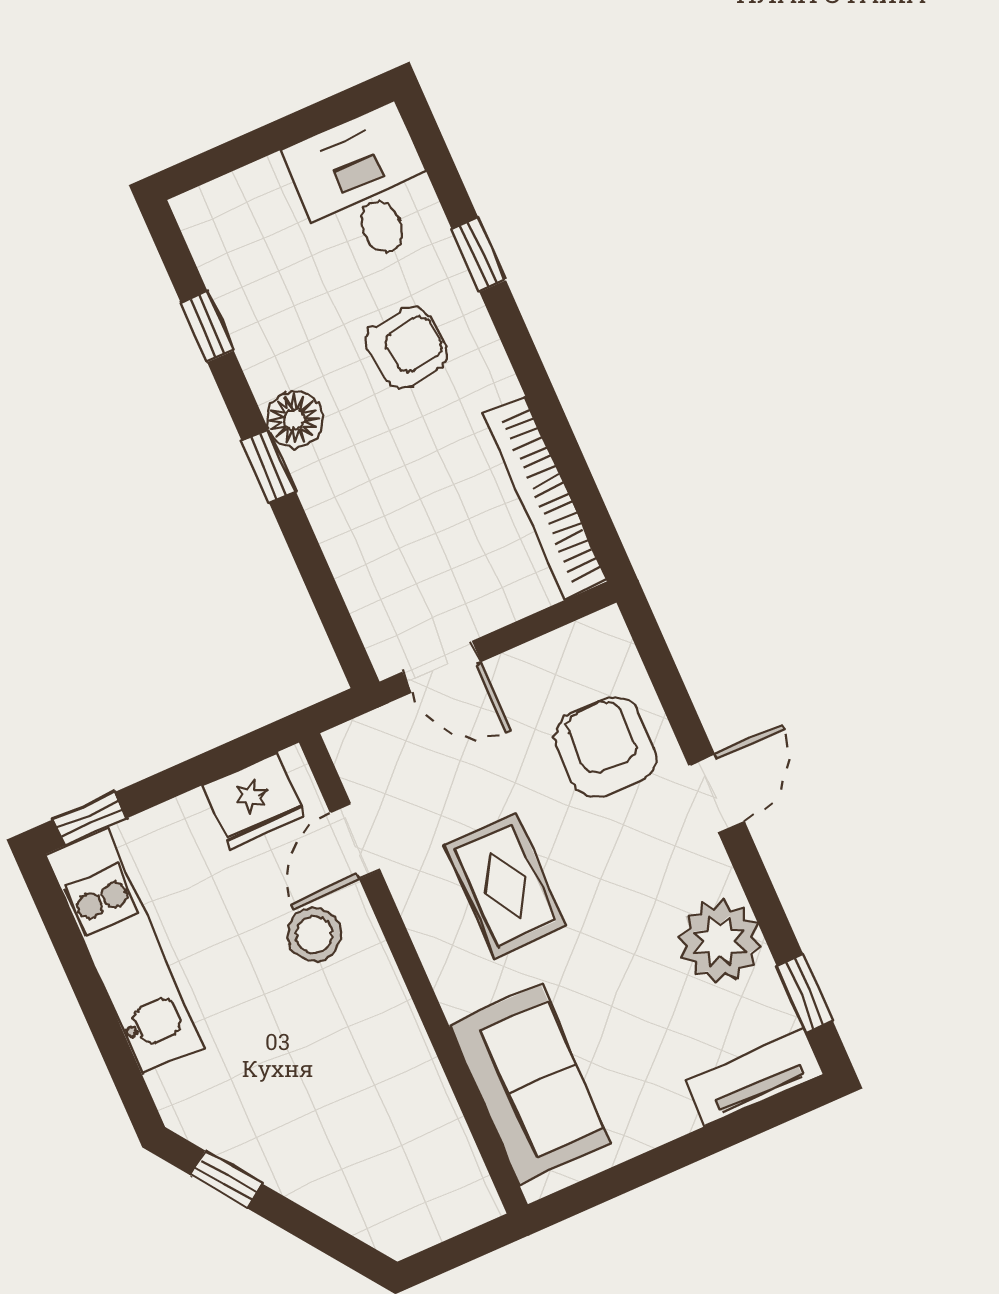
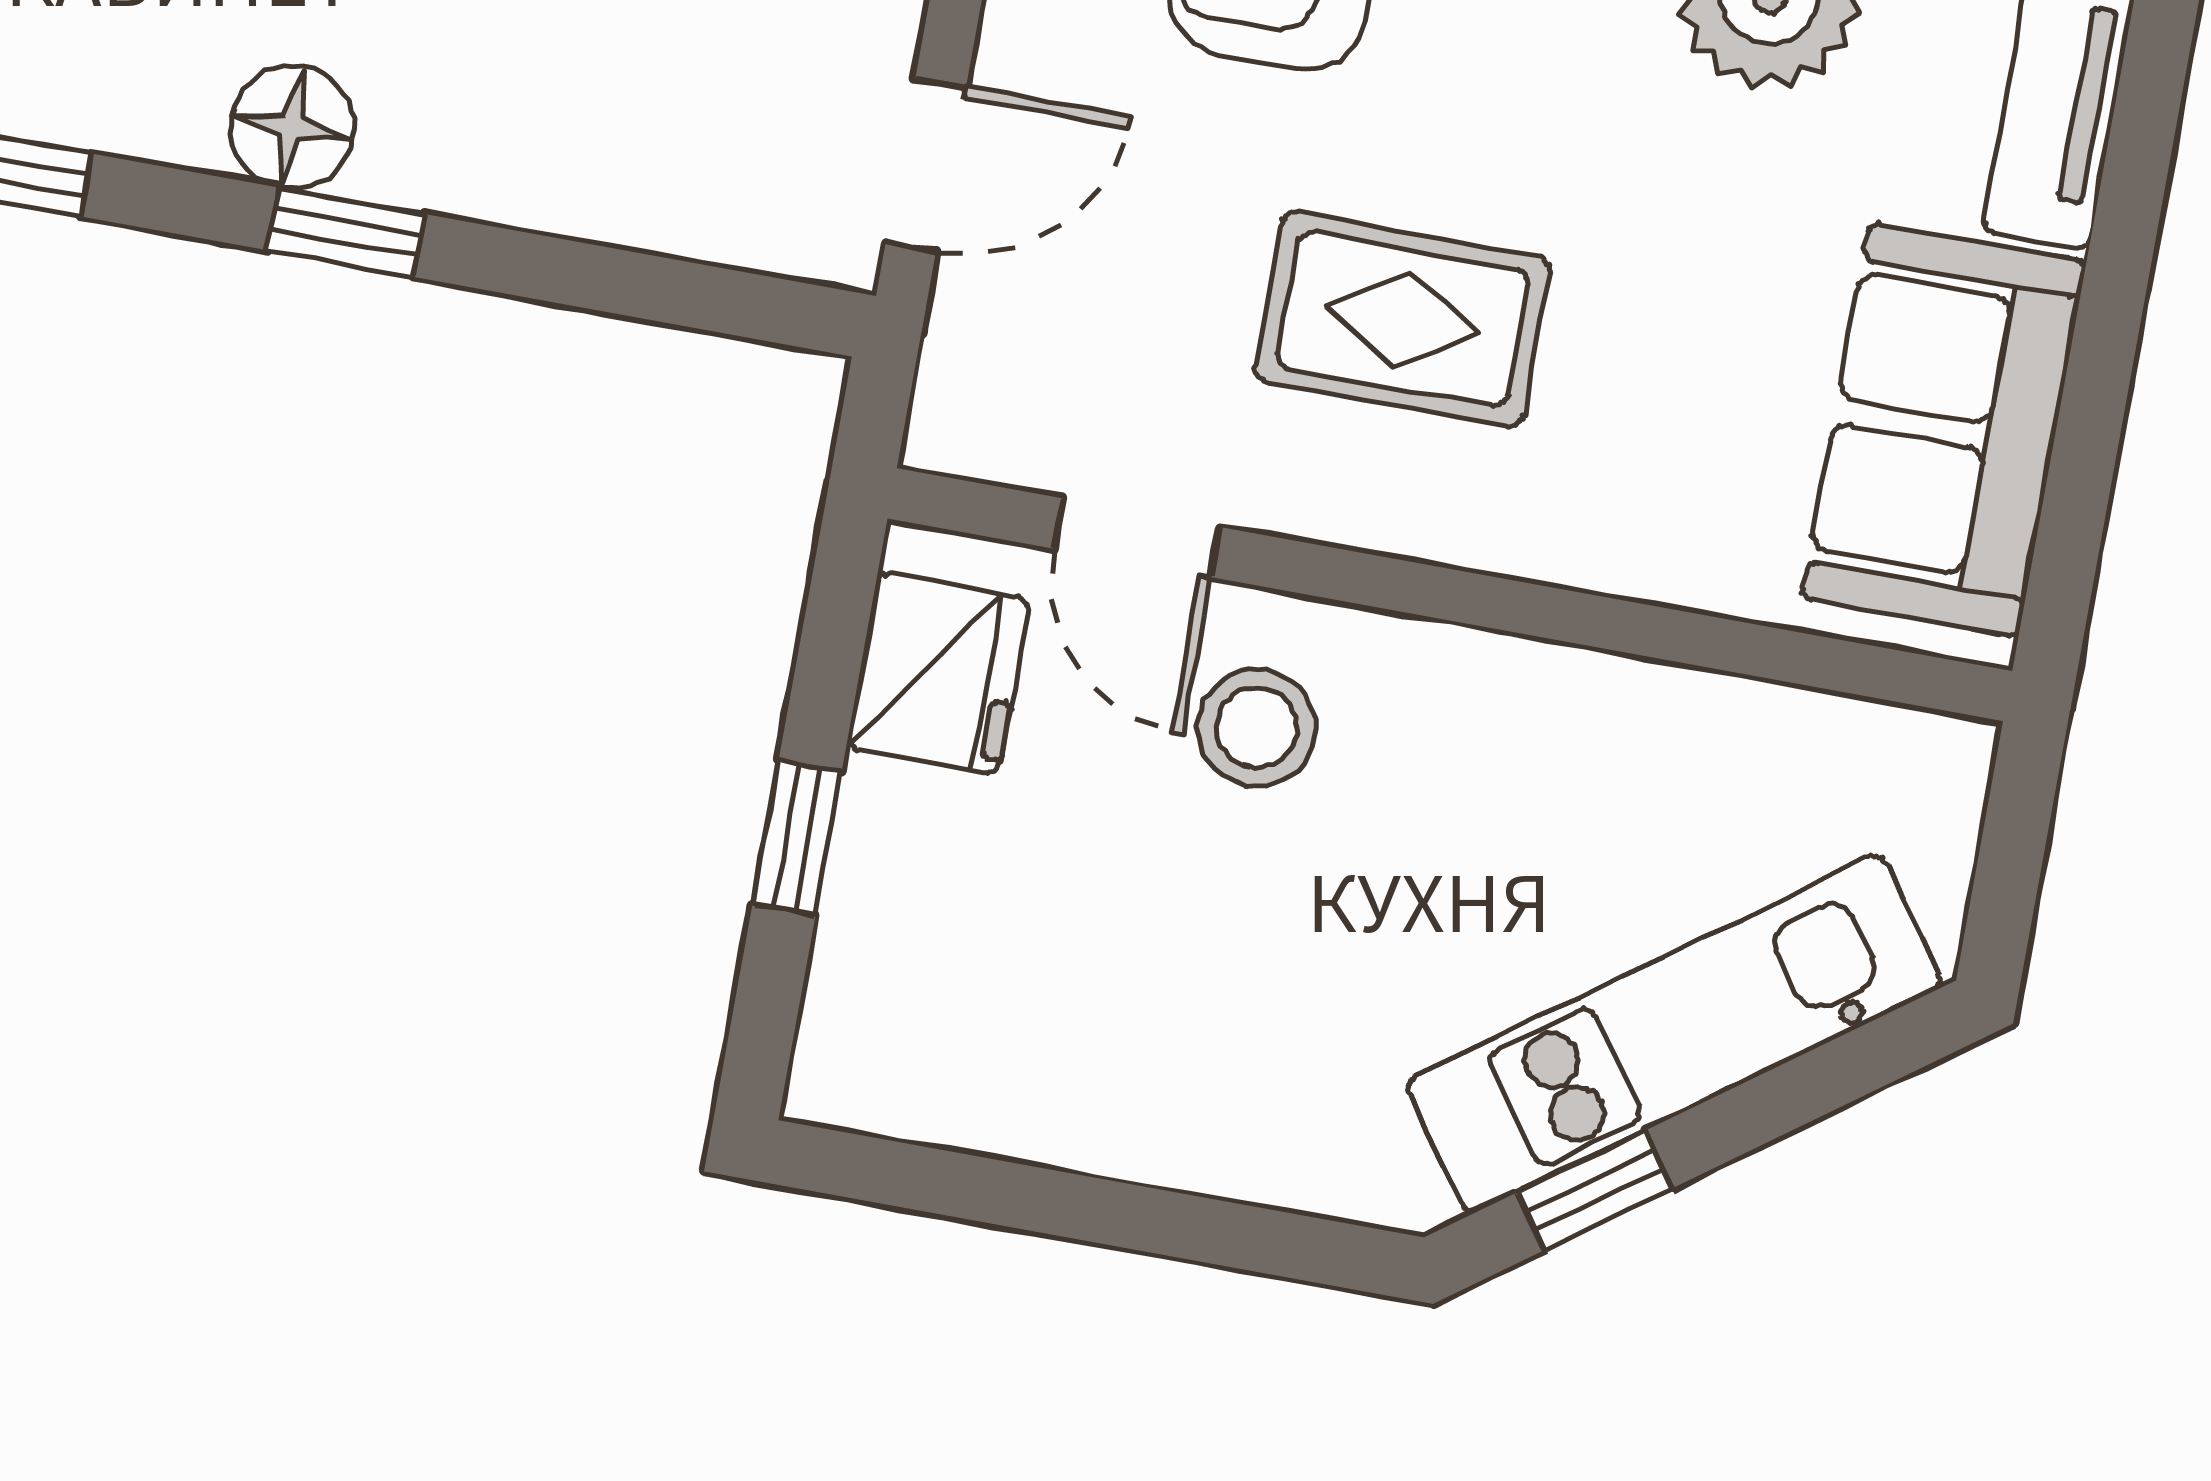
window: (90, 819) -> (797, 838), moved
kitchen unit: (124, 951) -> (1674, 1034), moved, turned -36
sofa: (530, 1084) -> (1944, 429), moved, turned -90

